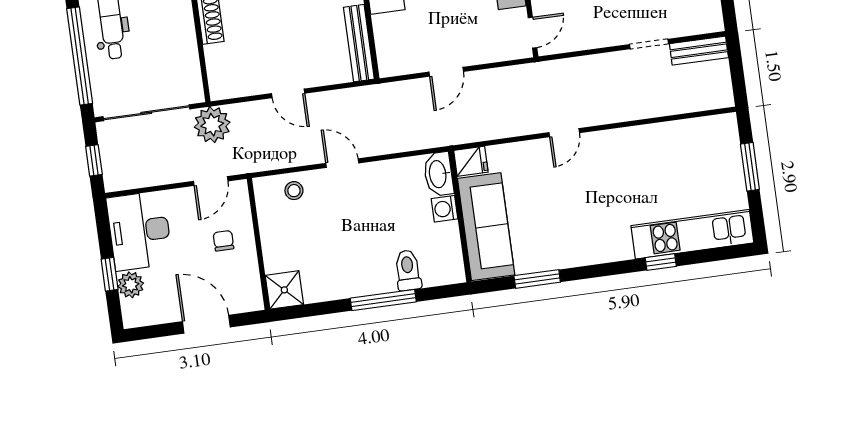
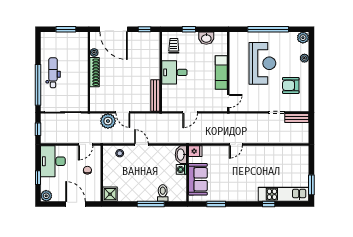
plant: (212, 125) -> (108, 121), moved
window: (750, 167) -> (311, 185), moved
sofa: (486, 227) -> (198, 179), width x0.73
plant: (131, 285) -> (46, 196), moved

